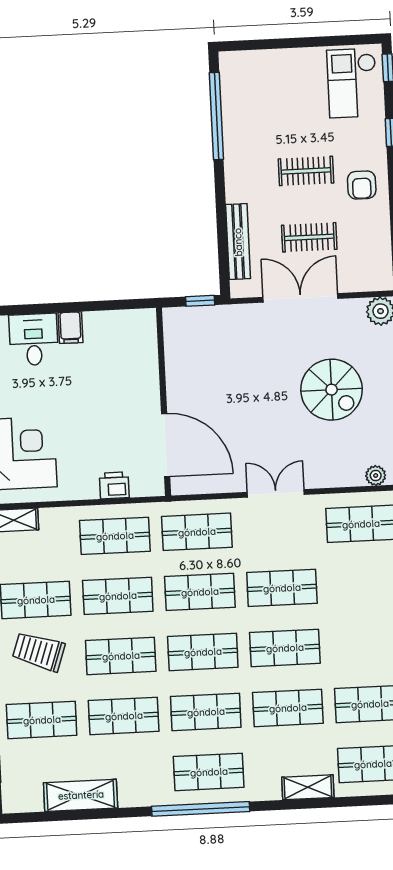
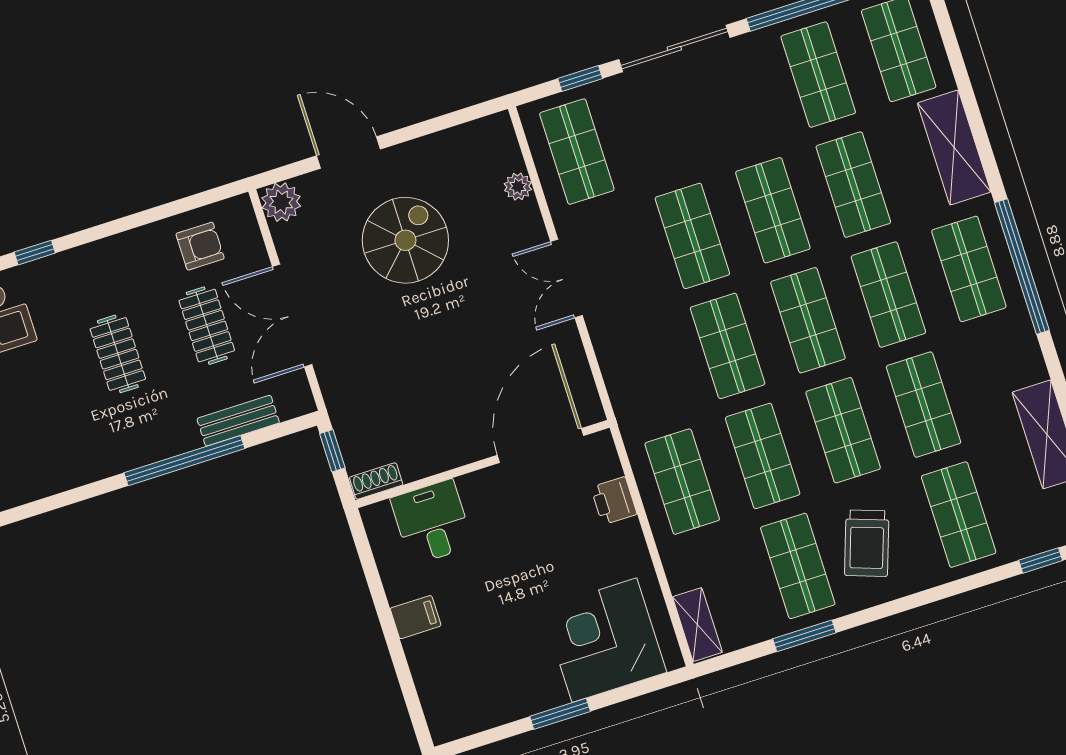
window: (216, 116) -> (184, 461), moved
armchair: (362, 185) -> (200, 246), moved
bench: (238, 242) -> (238, 421), width x0.73
shoe rack: (171, 325) -> (376, 481), added
desk: (34, 339) -> (432, 522), moved, turned 90
plant: (376, 476) -> (518, 187), moved
shop shelf: (197, 532) -> (647, 372), removed
shelving: (308, 787) -> (954, 147), width x1.50, depth x1.33

